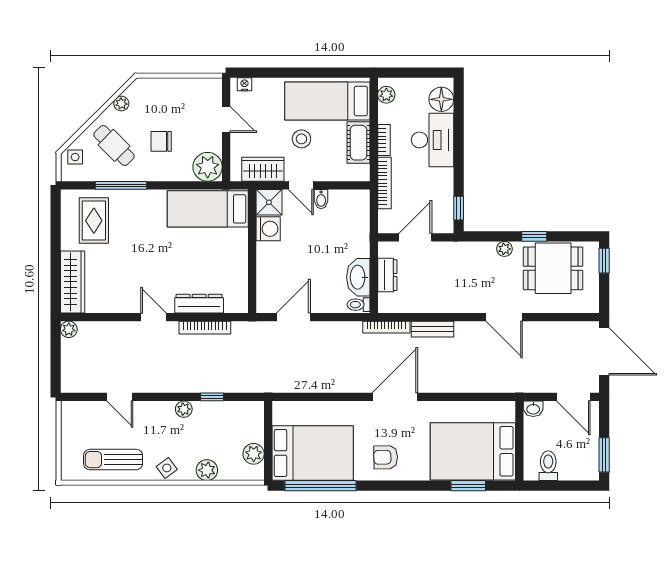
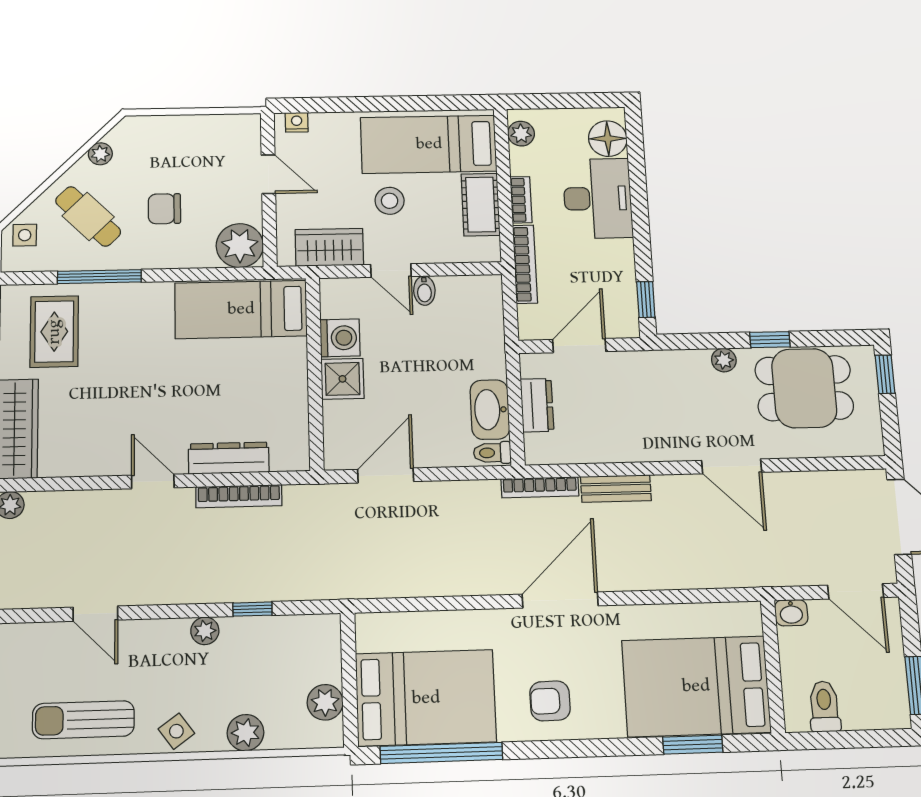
shower: (269, 202) -> (342, 379), moved

